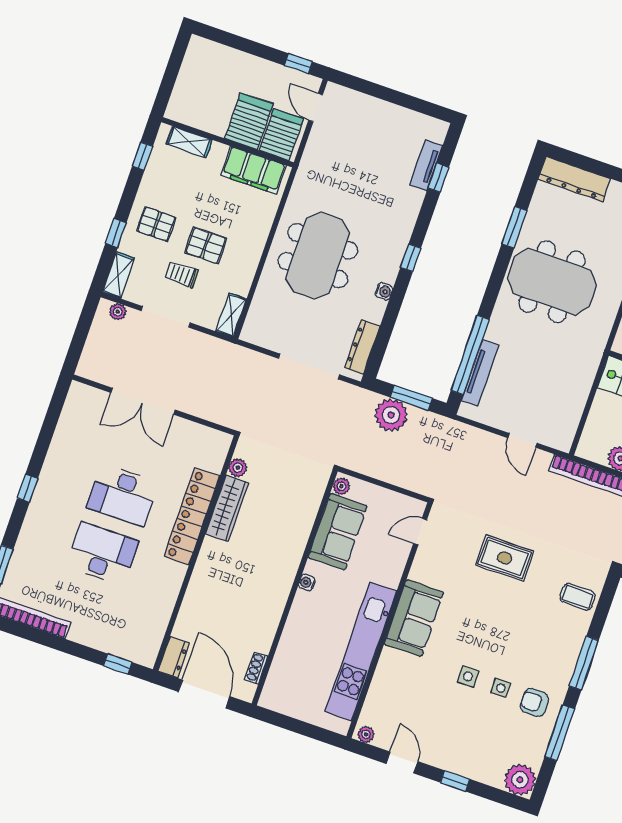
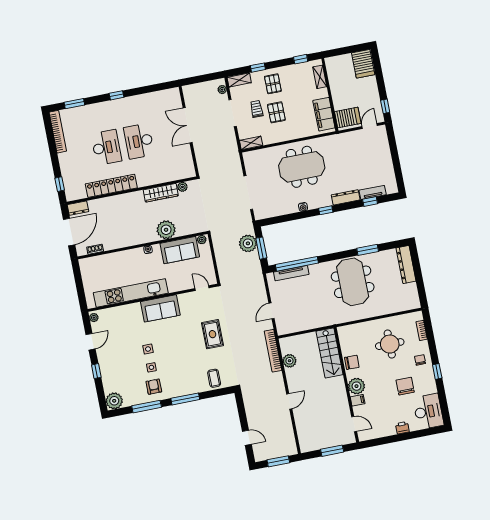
server rack: (249, 121) -> (363, 64), moved, turned 90
dresser: (362, 347) -> (346, 197), moved
locker: (192, 516) -> (111, 186), moved
plant: (292, 535) -> (166, 230), added

